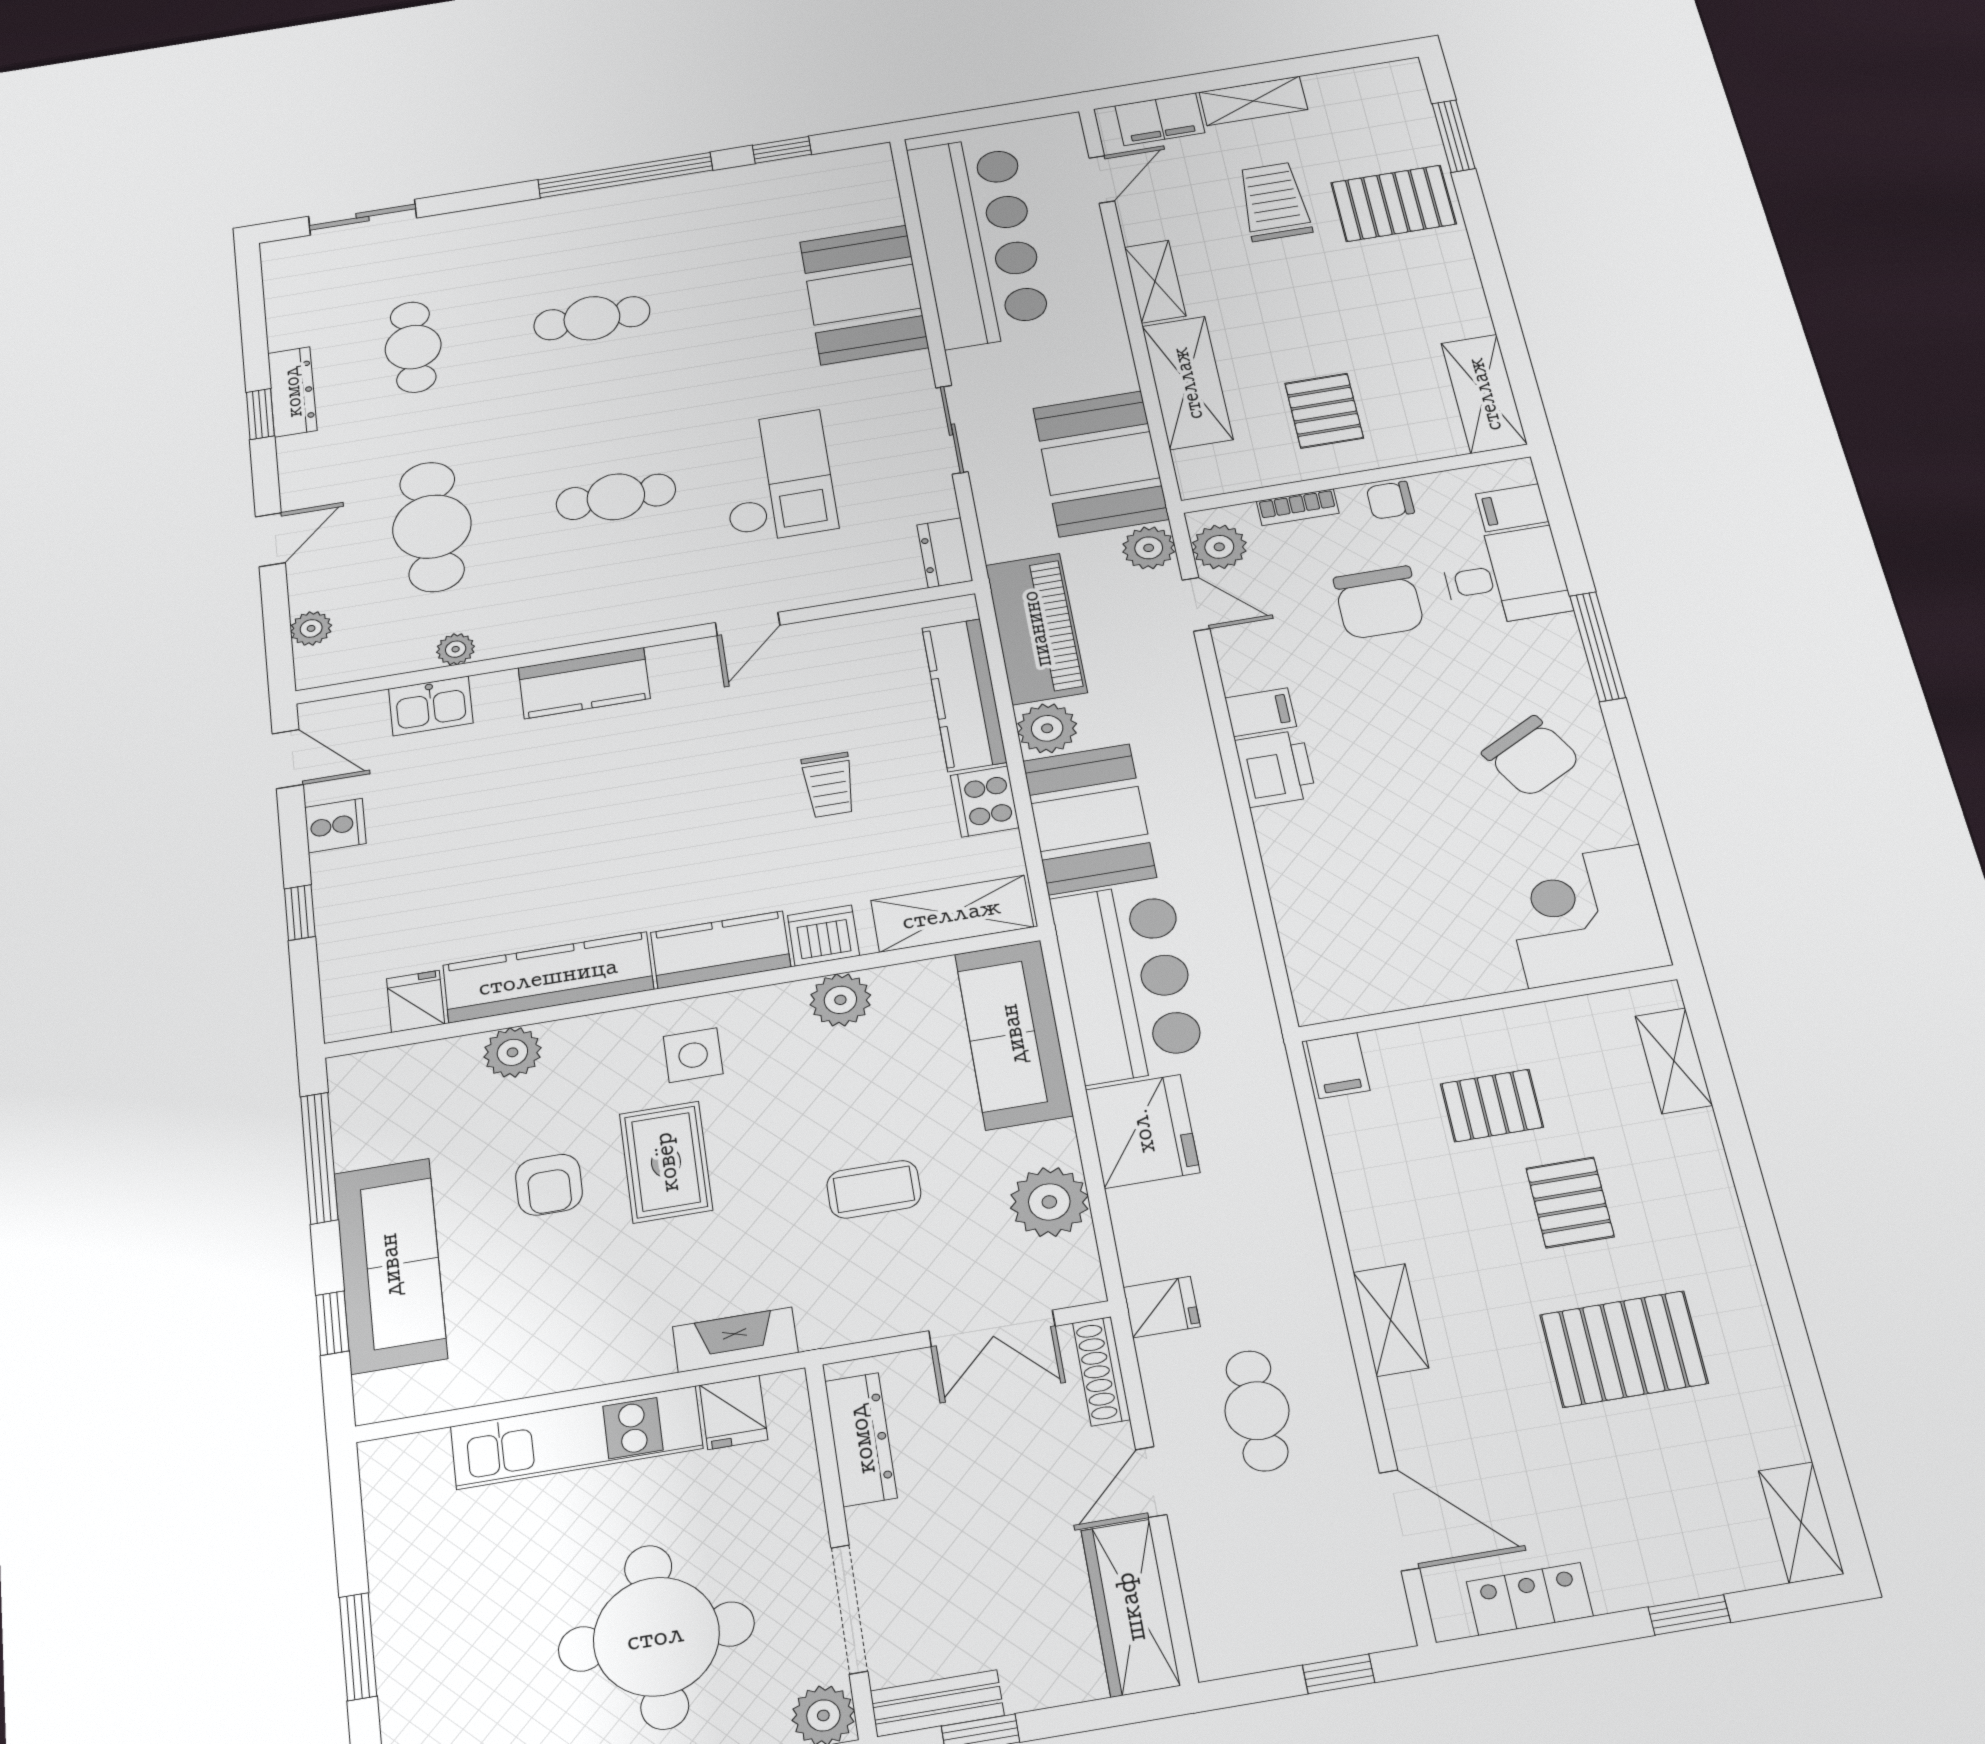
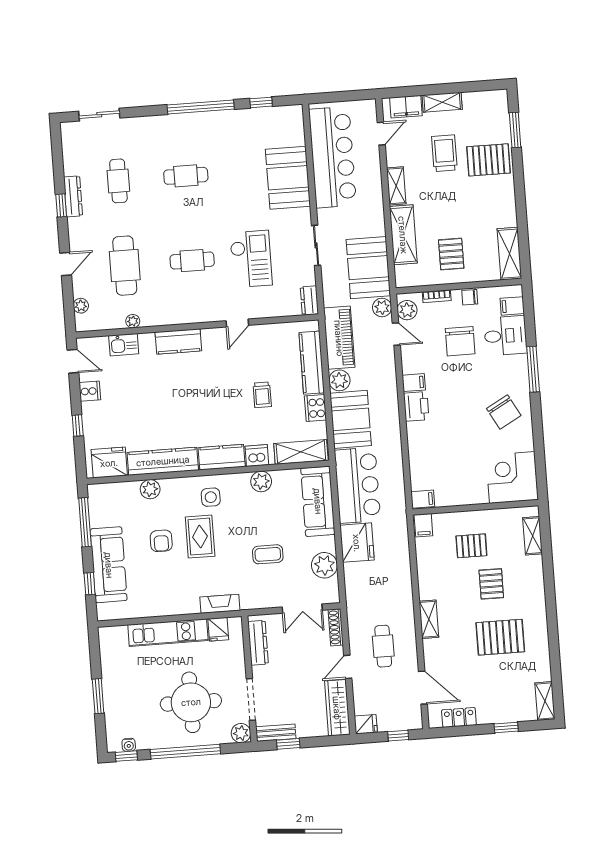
filing cabinet: (1326, 998) -> (423, 499), added
fridge: (415, 1001) -> (109, 463), width x1.88, depth x1.34
fridge: (1162, 1307) -> (366, 724), moved

